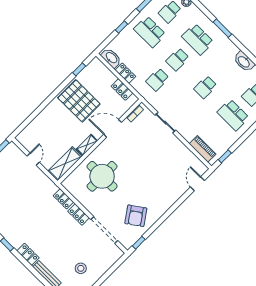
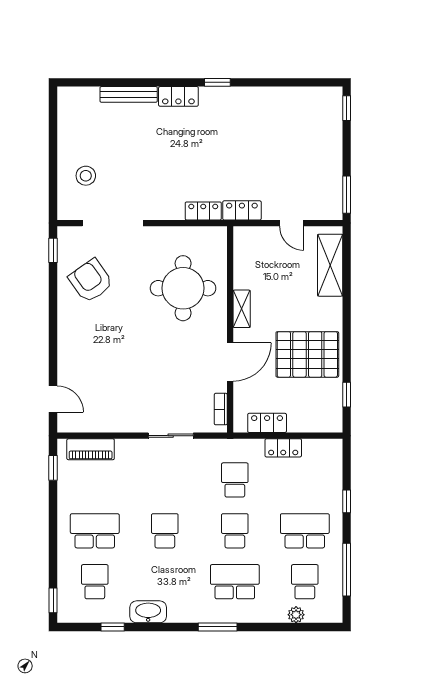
washbasin: (111, 58) -> (320, 449), removed
shelving: (65, 164) -> (330, 265), moved
locker: (79, 215) -> (242, 210), moved
stool: (81, 268) -> (86, 176), moved

